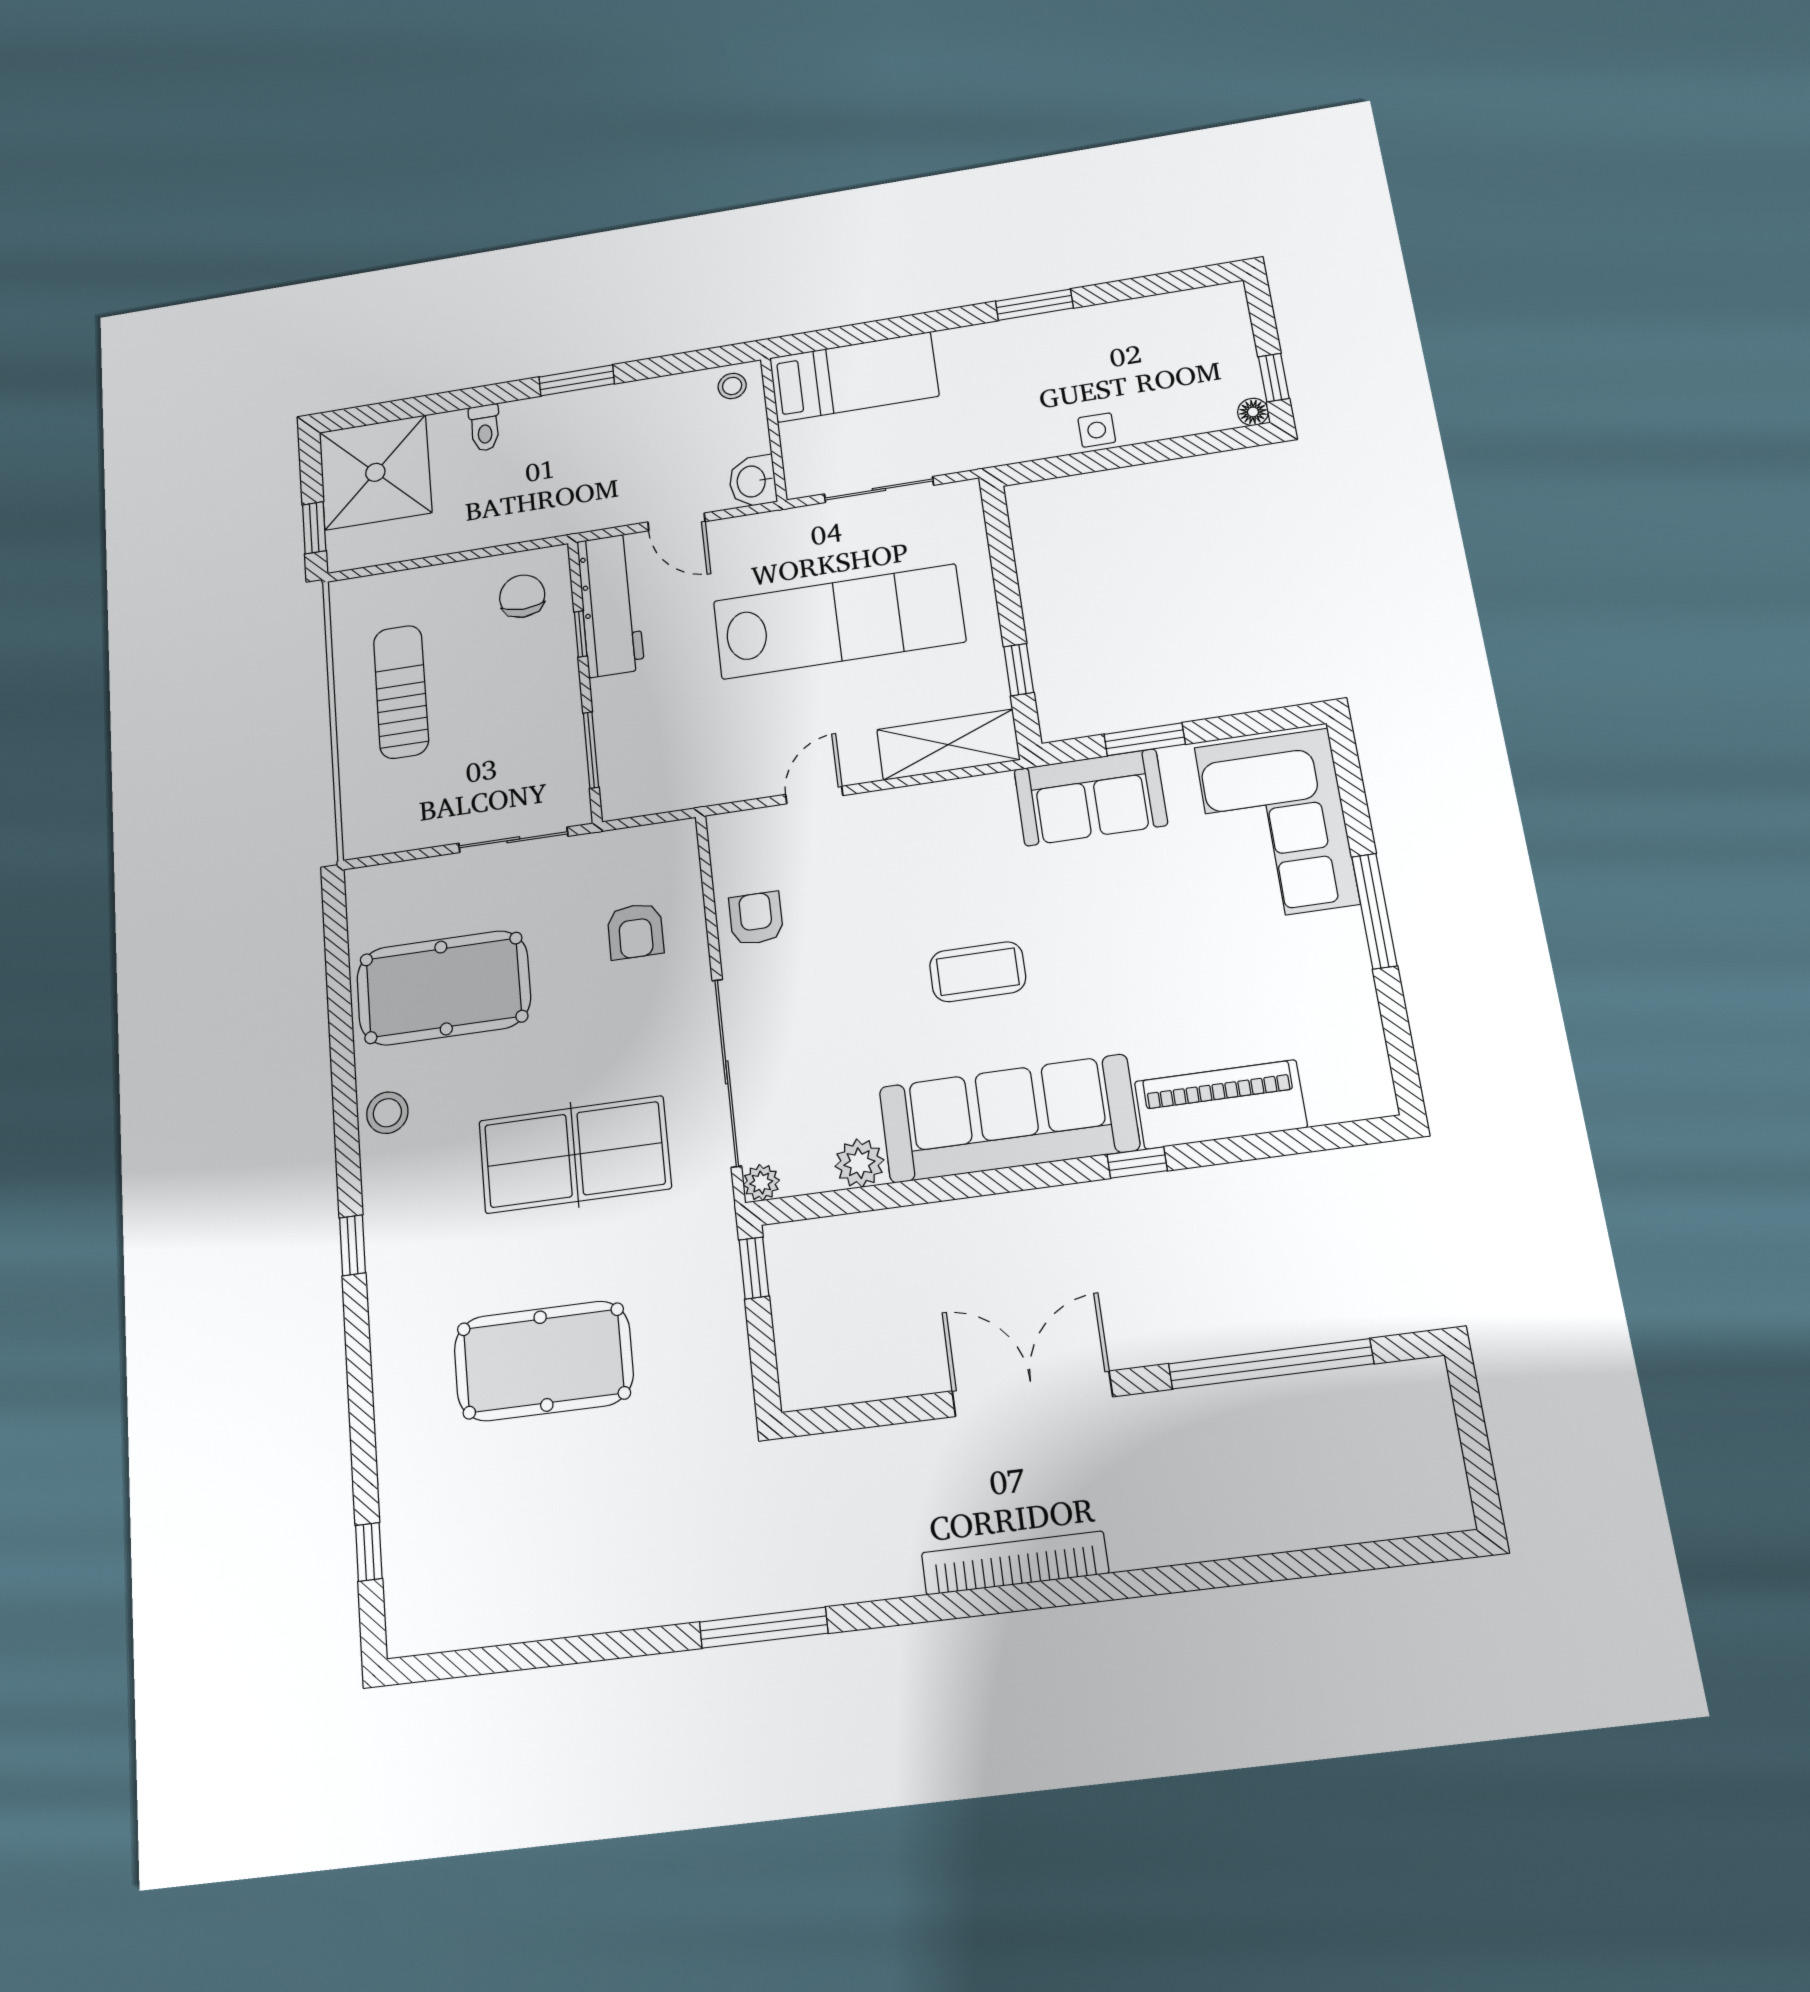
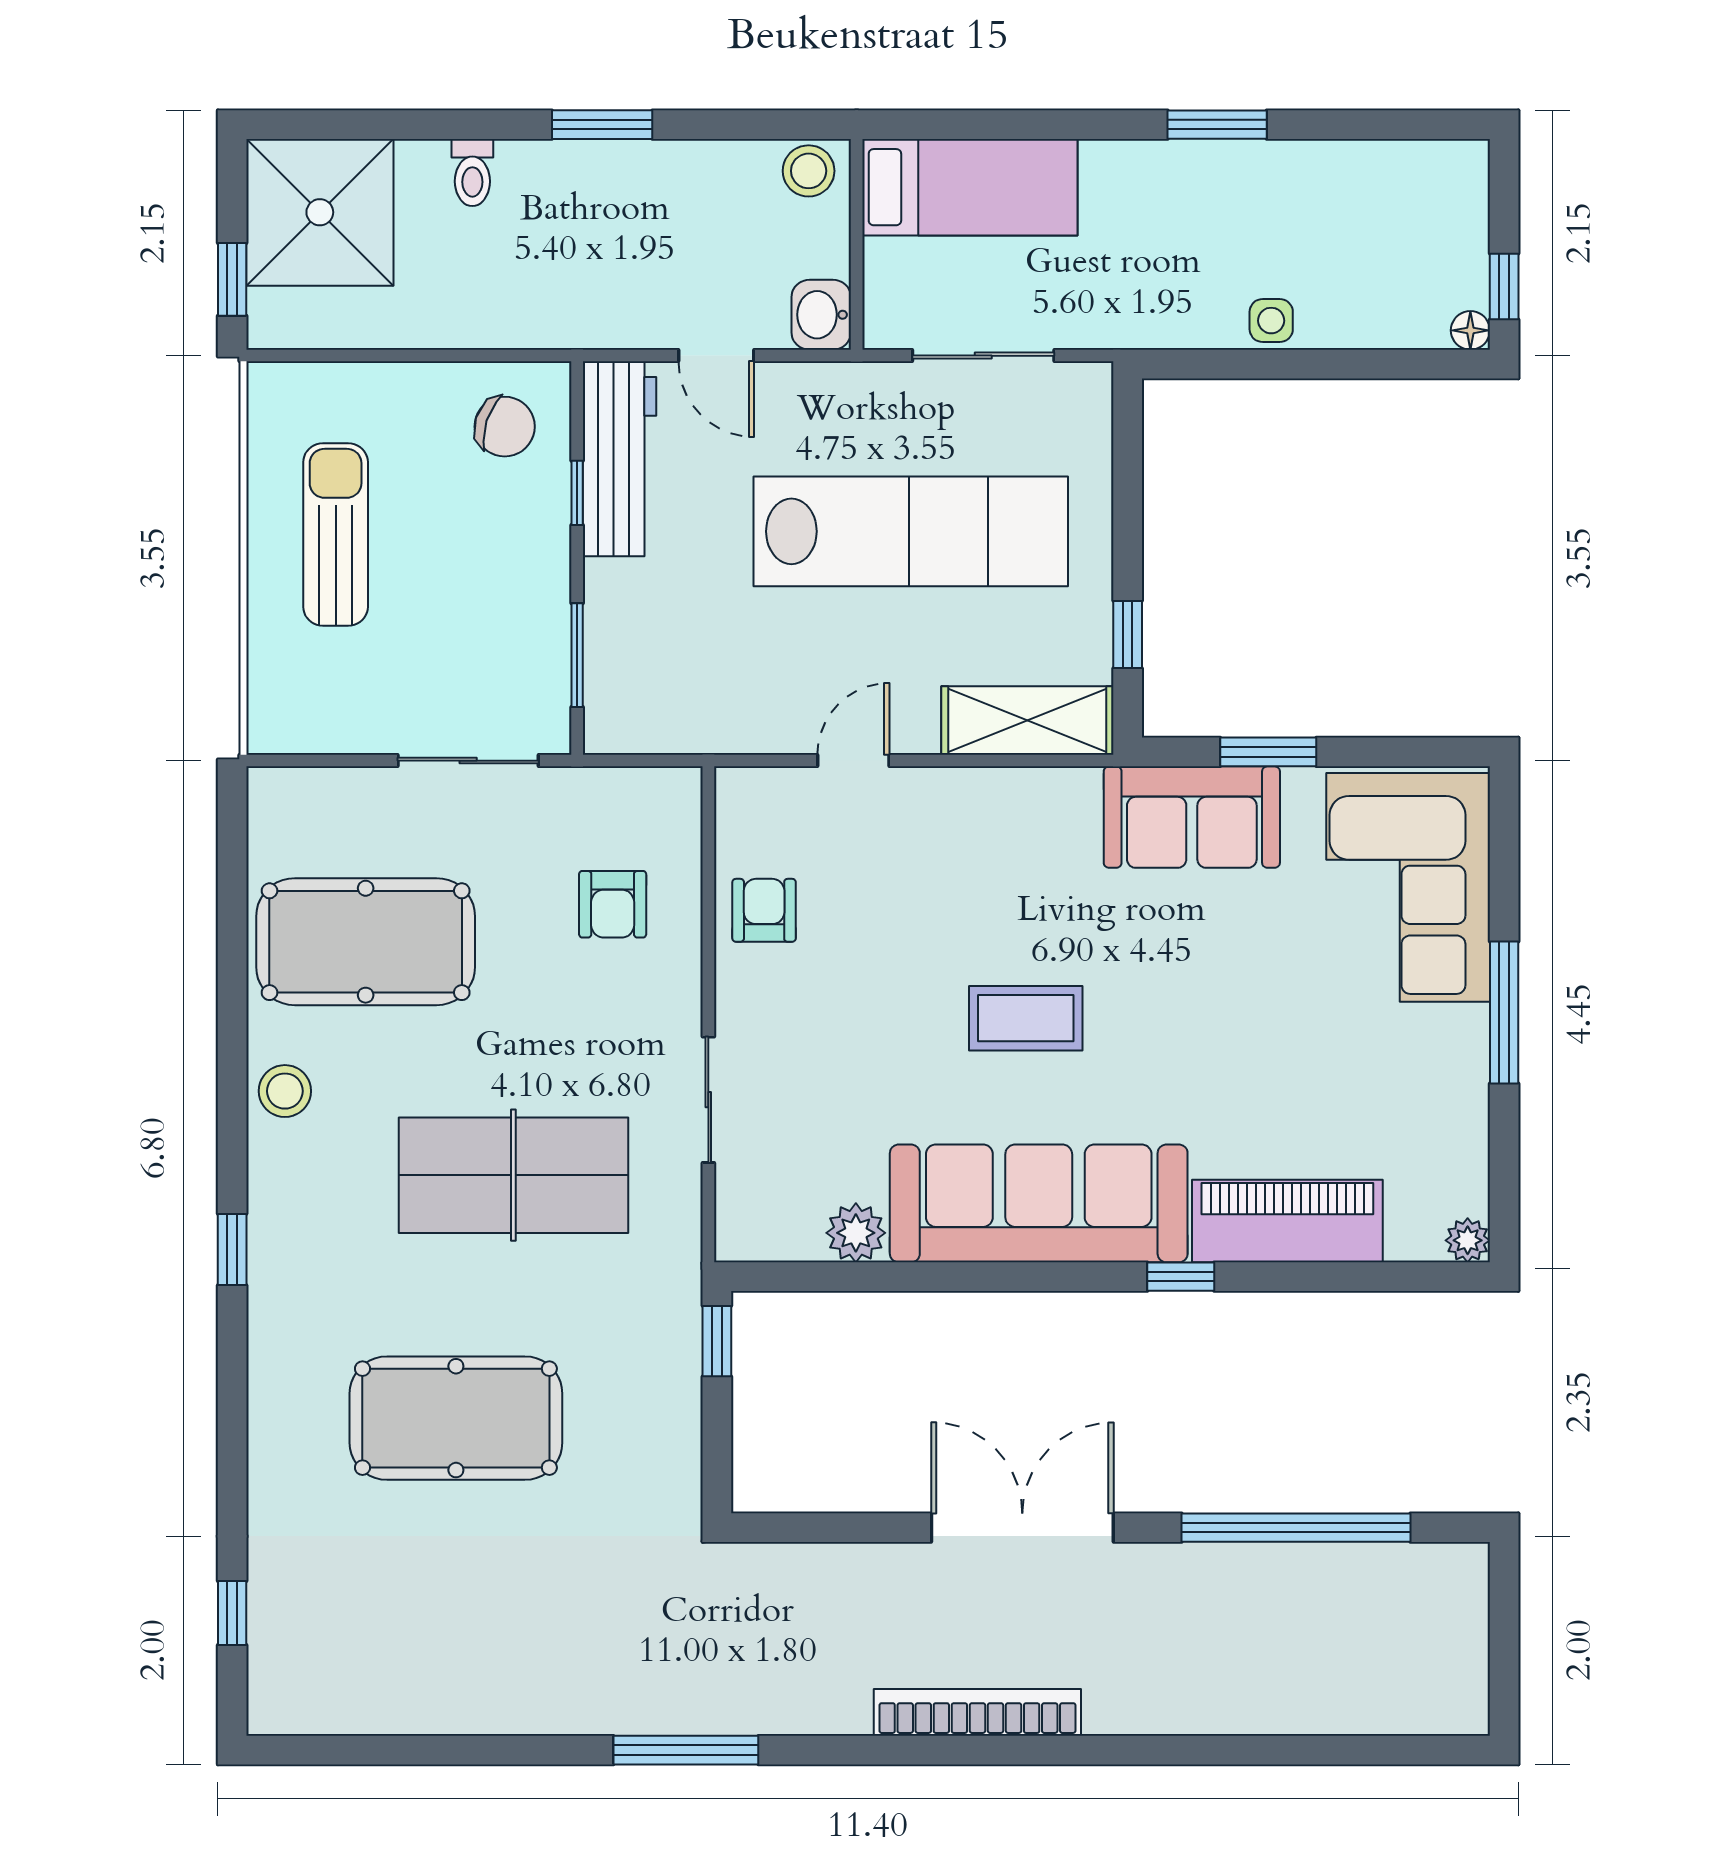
stool: (732, 386) -> (809, 171), width x1.37, depth x1.37
chair: (522, 596) -> (505, 427), turned 108
sliding door: (727, 1072) -> (708, 1100), width x0.54
plant: (761, 1183) -> (1468, 1240), moved

